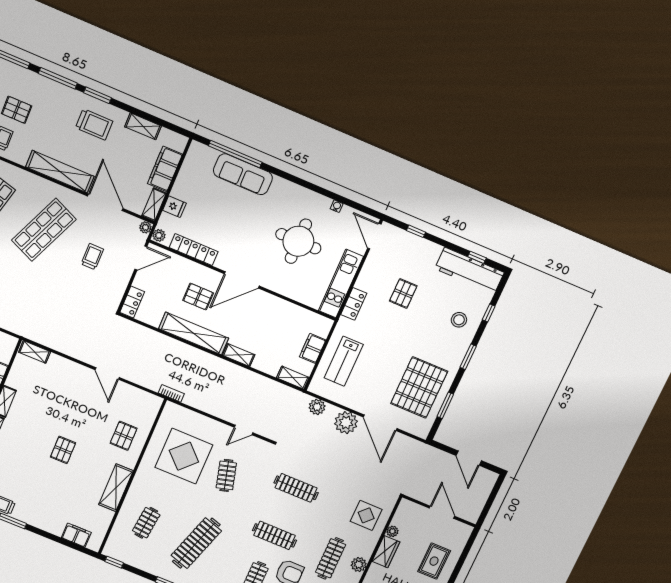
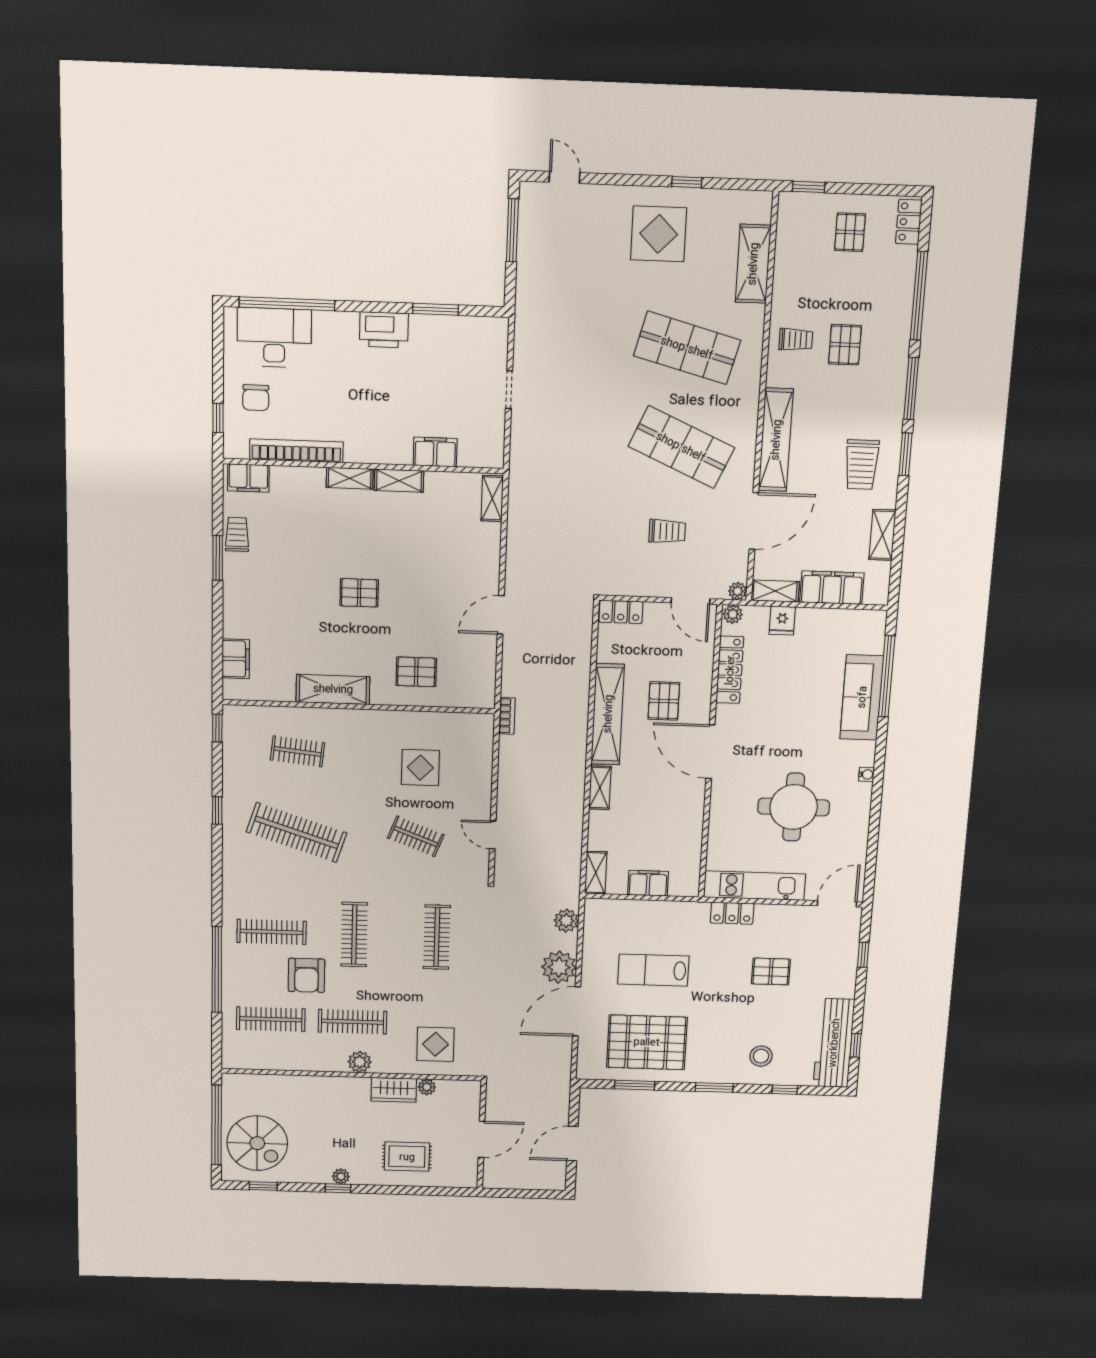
water cooler: (337, 206) -> (866, 774), moved
lab bench: (344, 361) -> (653, 970), moved
display table: (184, 456) -> (420, 768), width x0.54, depth x0.54
clothes rail: (226, 475) -> (416, 836), turned 36

